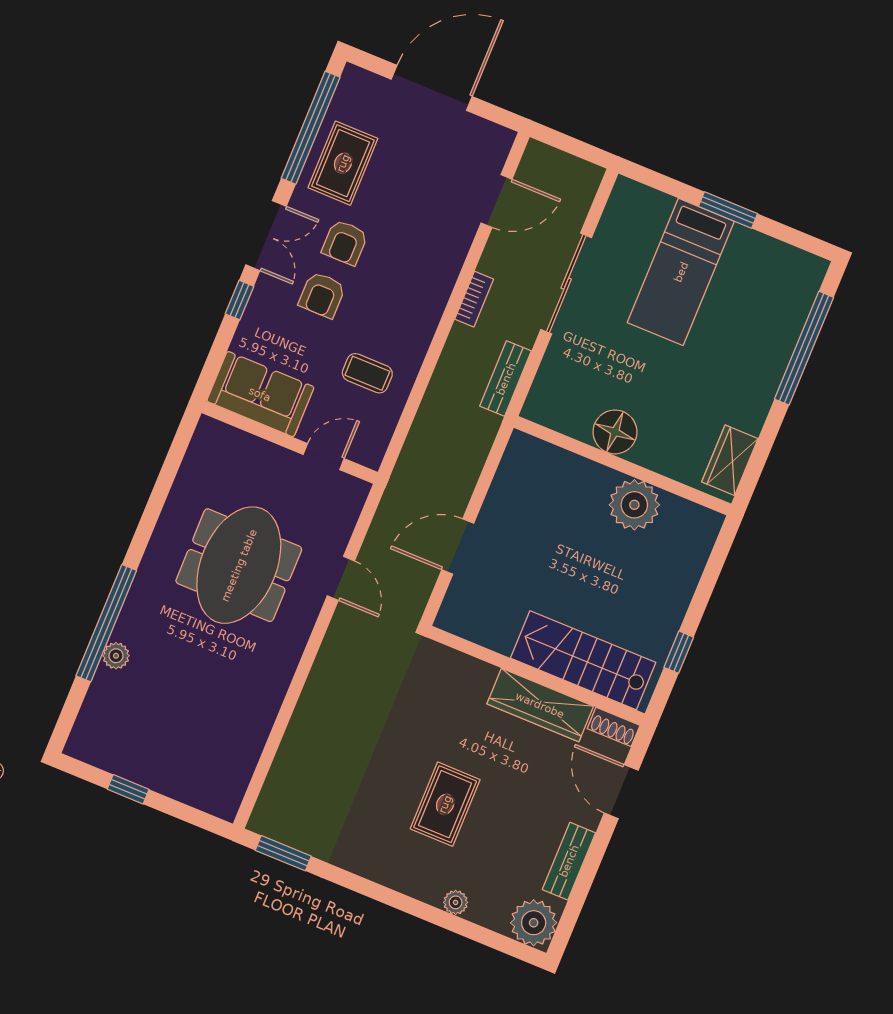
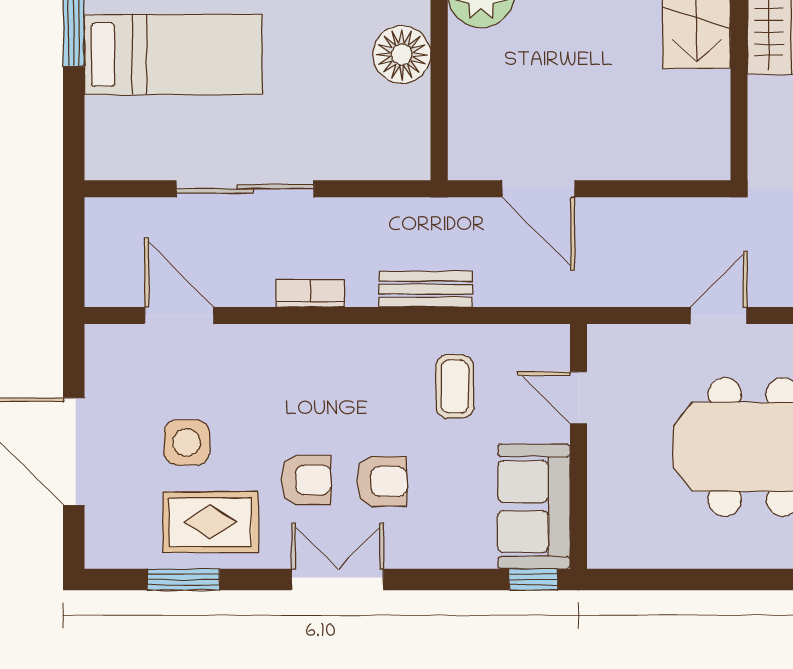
window: (311, 128) -> (183, 580), width x0.47
side table: (406, 169) -> (187, 442), added
window: (239, 300) -> (533, 580), moved
bench: (506, 379) -> (426, 289), moved
door: (458, 547) -> (538, 189), moved

